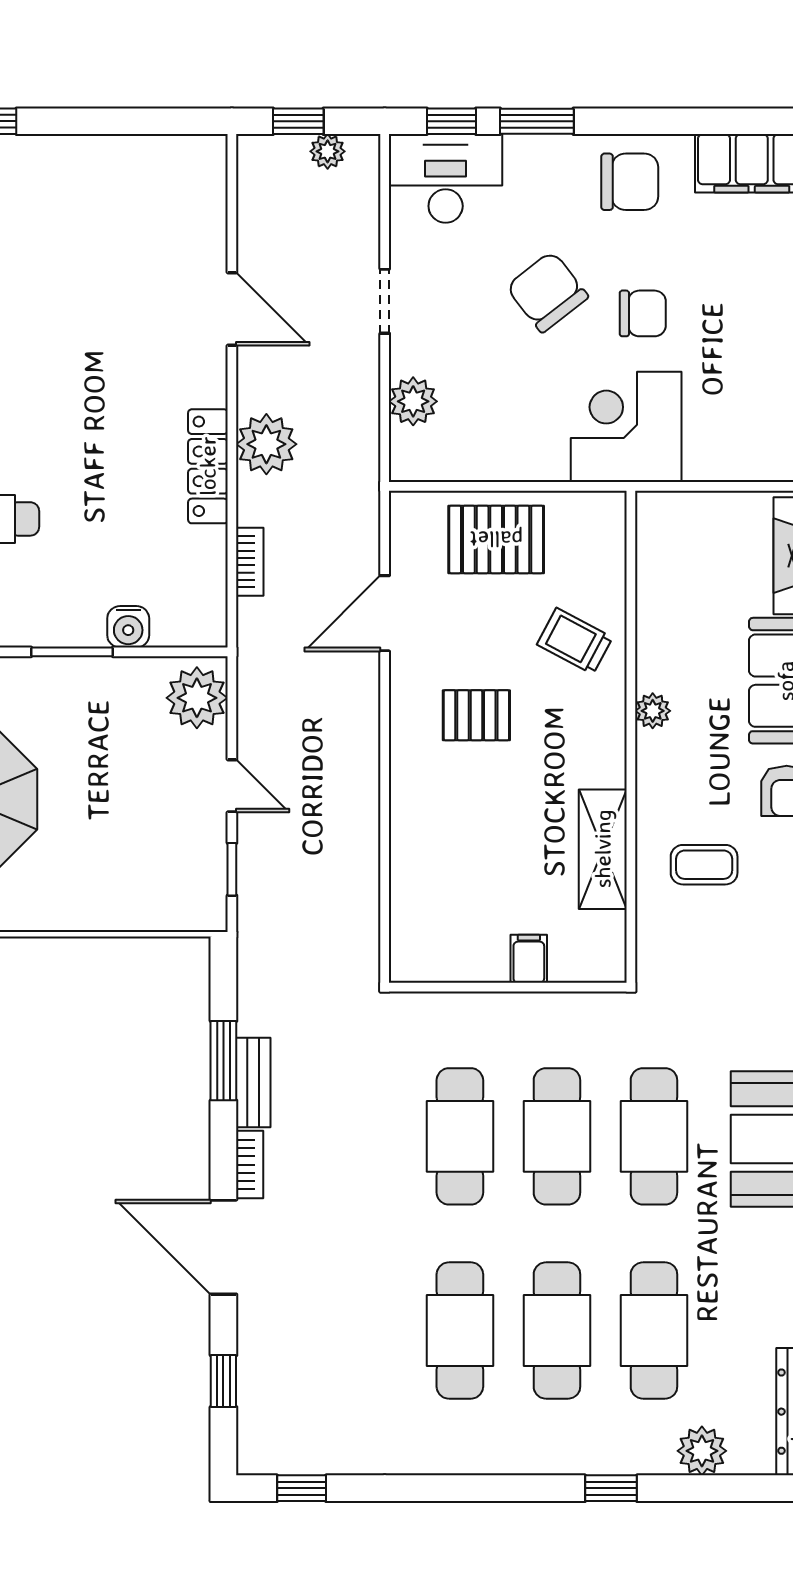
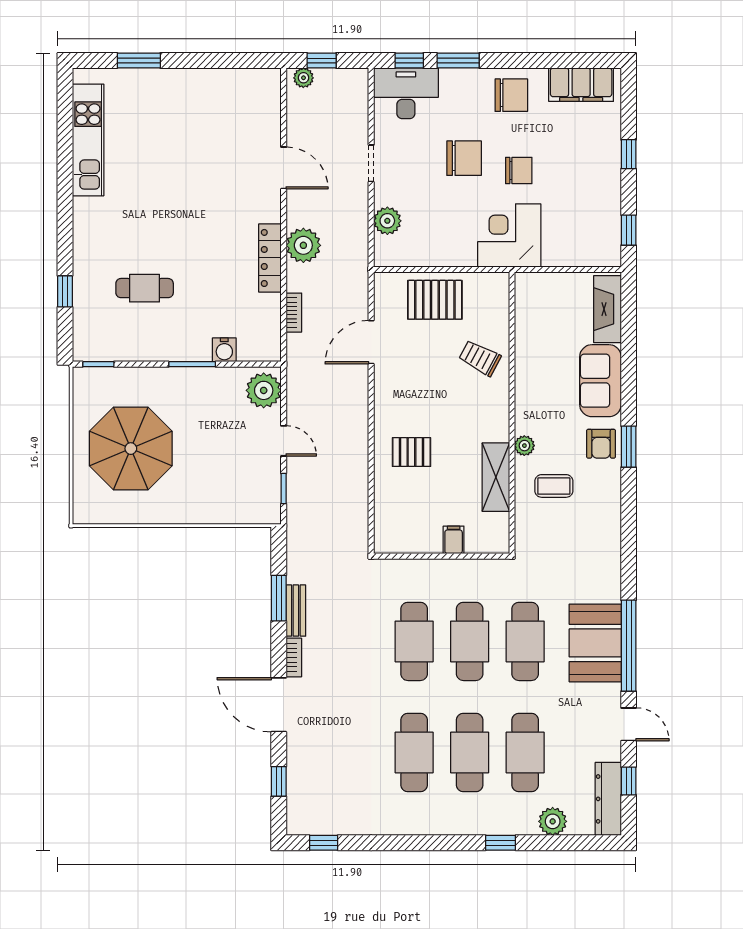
plant: (328, 151) -> (303, 78), moved
chair: (547, 292) -> (464, 158), turned 128
plant: (653, 711) -> (524, 446), moved
pallet: (476, 715) -> (411, 452), moved

